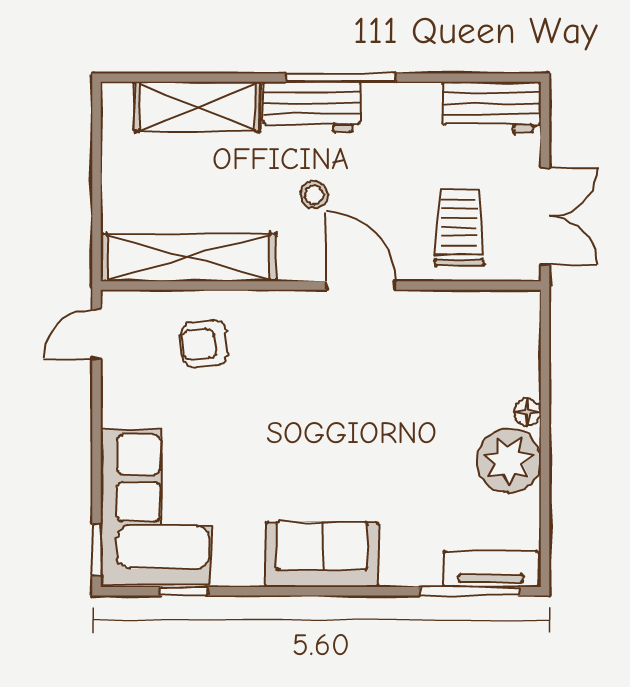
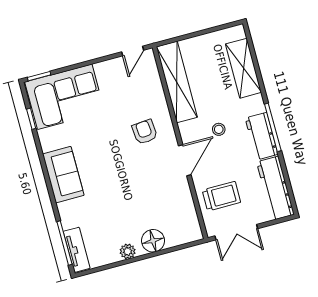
workbench: (312, 107) -> (262, 136), moved
workbench: (492, 107) -> (275, 188), width x1.38
door: (97, 335) -> (133, 51), swing flipped
armchair: (204, 344) -> (145, 132), moved
floor lamp: (527, 412) -> (153, 241), width x1.89, depth x1.89
plant: (509, 461) -> (128, 251), width x0.53, depth x0.53

